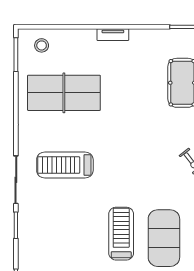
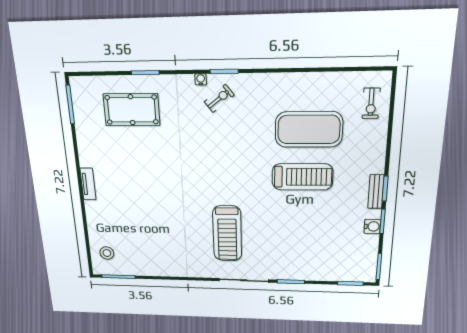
table tennis table: (64, 93) -> (152, 233), removed
treadmill: (121, 234) -> (302, 177), turned 180

